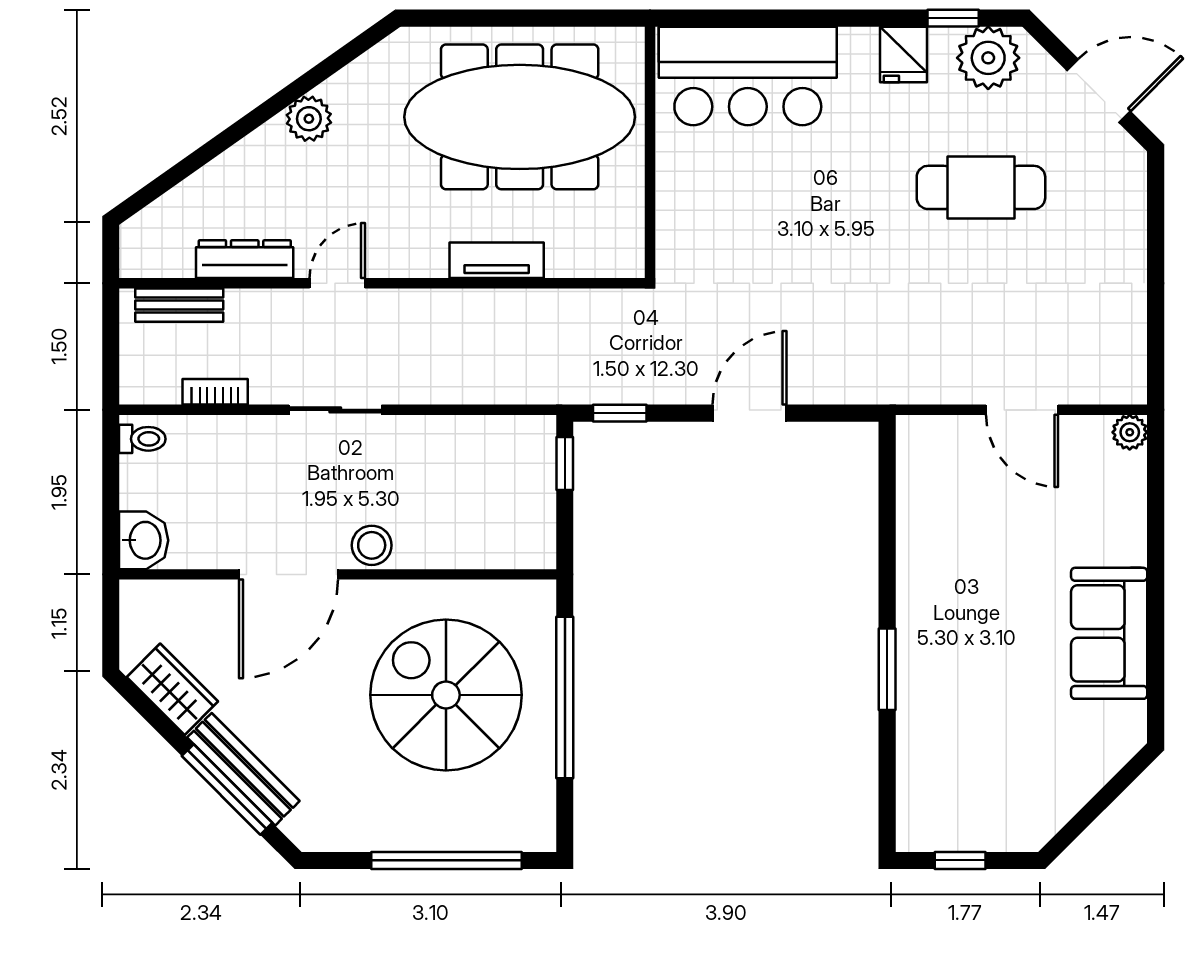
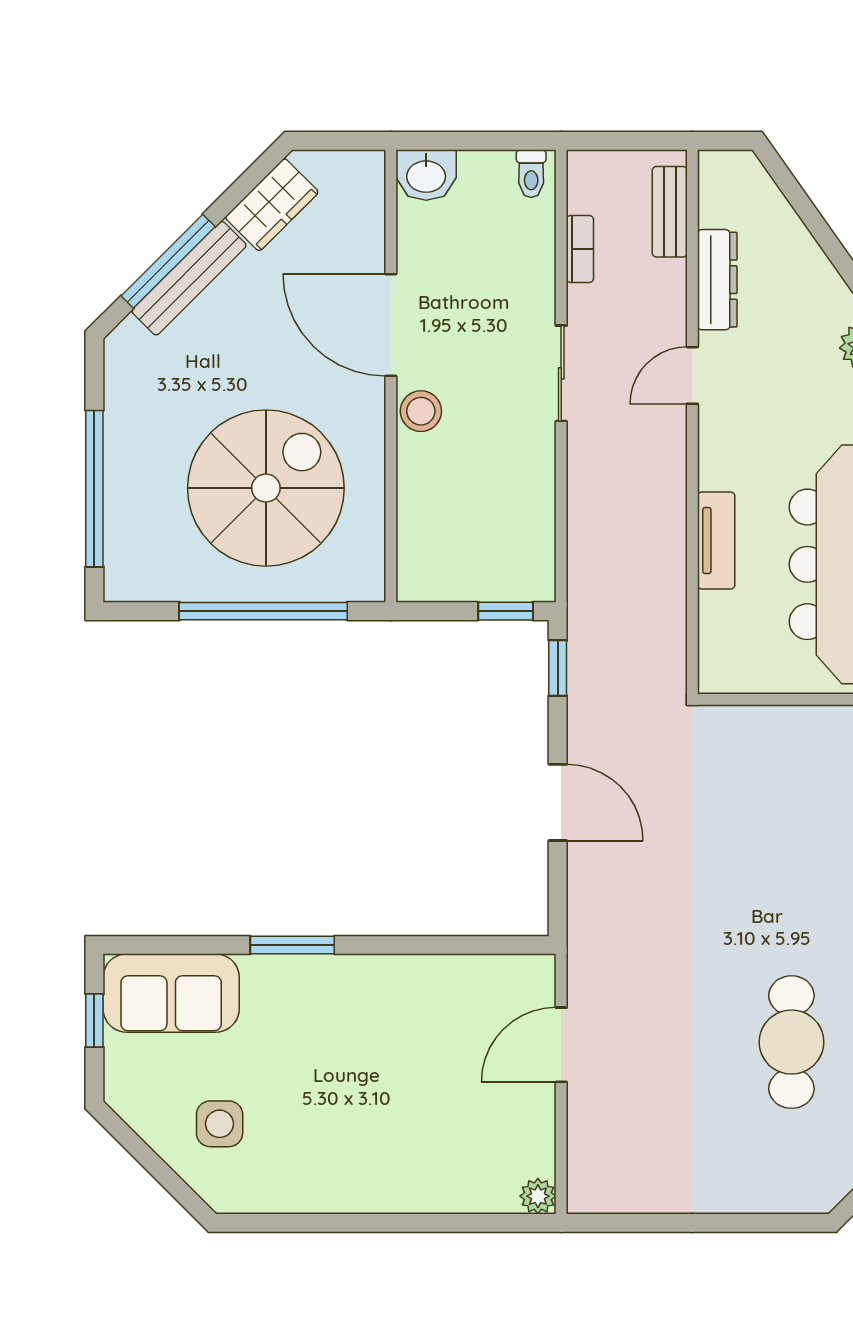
door: (337, 283) -> (692, 375), swing flipped
door: (1022, 410) -> (561, 1045), moved
sofa: (1109, 633) -> (171, 993), moved, turned 180
side table: (1060, 740) -> (220, 1124), added

